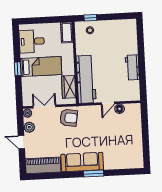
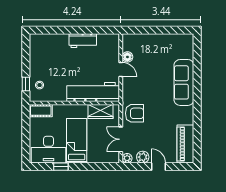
desk: (32, 41) -> (48, 150), width x1.37
window: (18, 69) -> (61, 167), moved
armchair: (69, 118) -> (134, 113), turned 81
door: (21, 142) -> (159, 167), swing flipped
sofa: (82, 162) -> (184, 82), moved
window: (94, 174) -> (197, 89), removed

